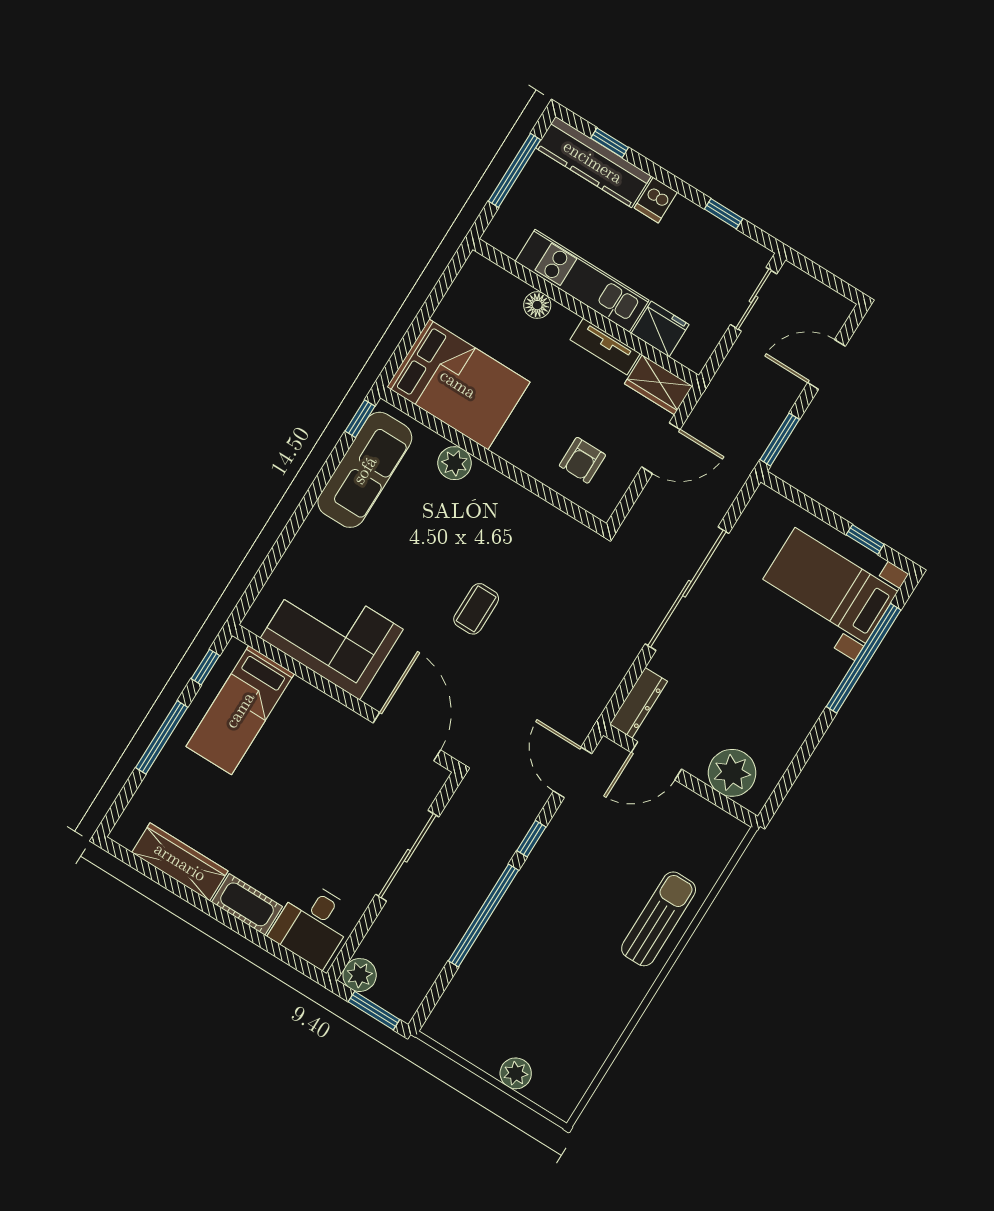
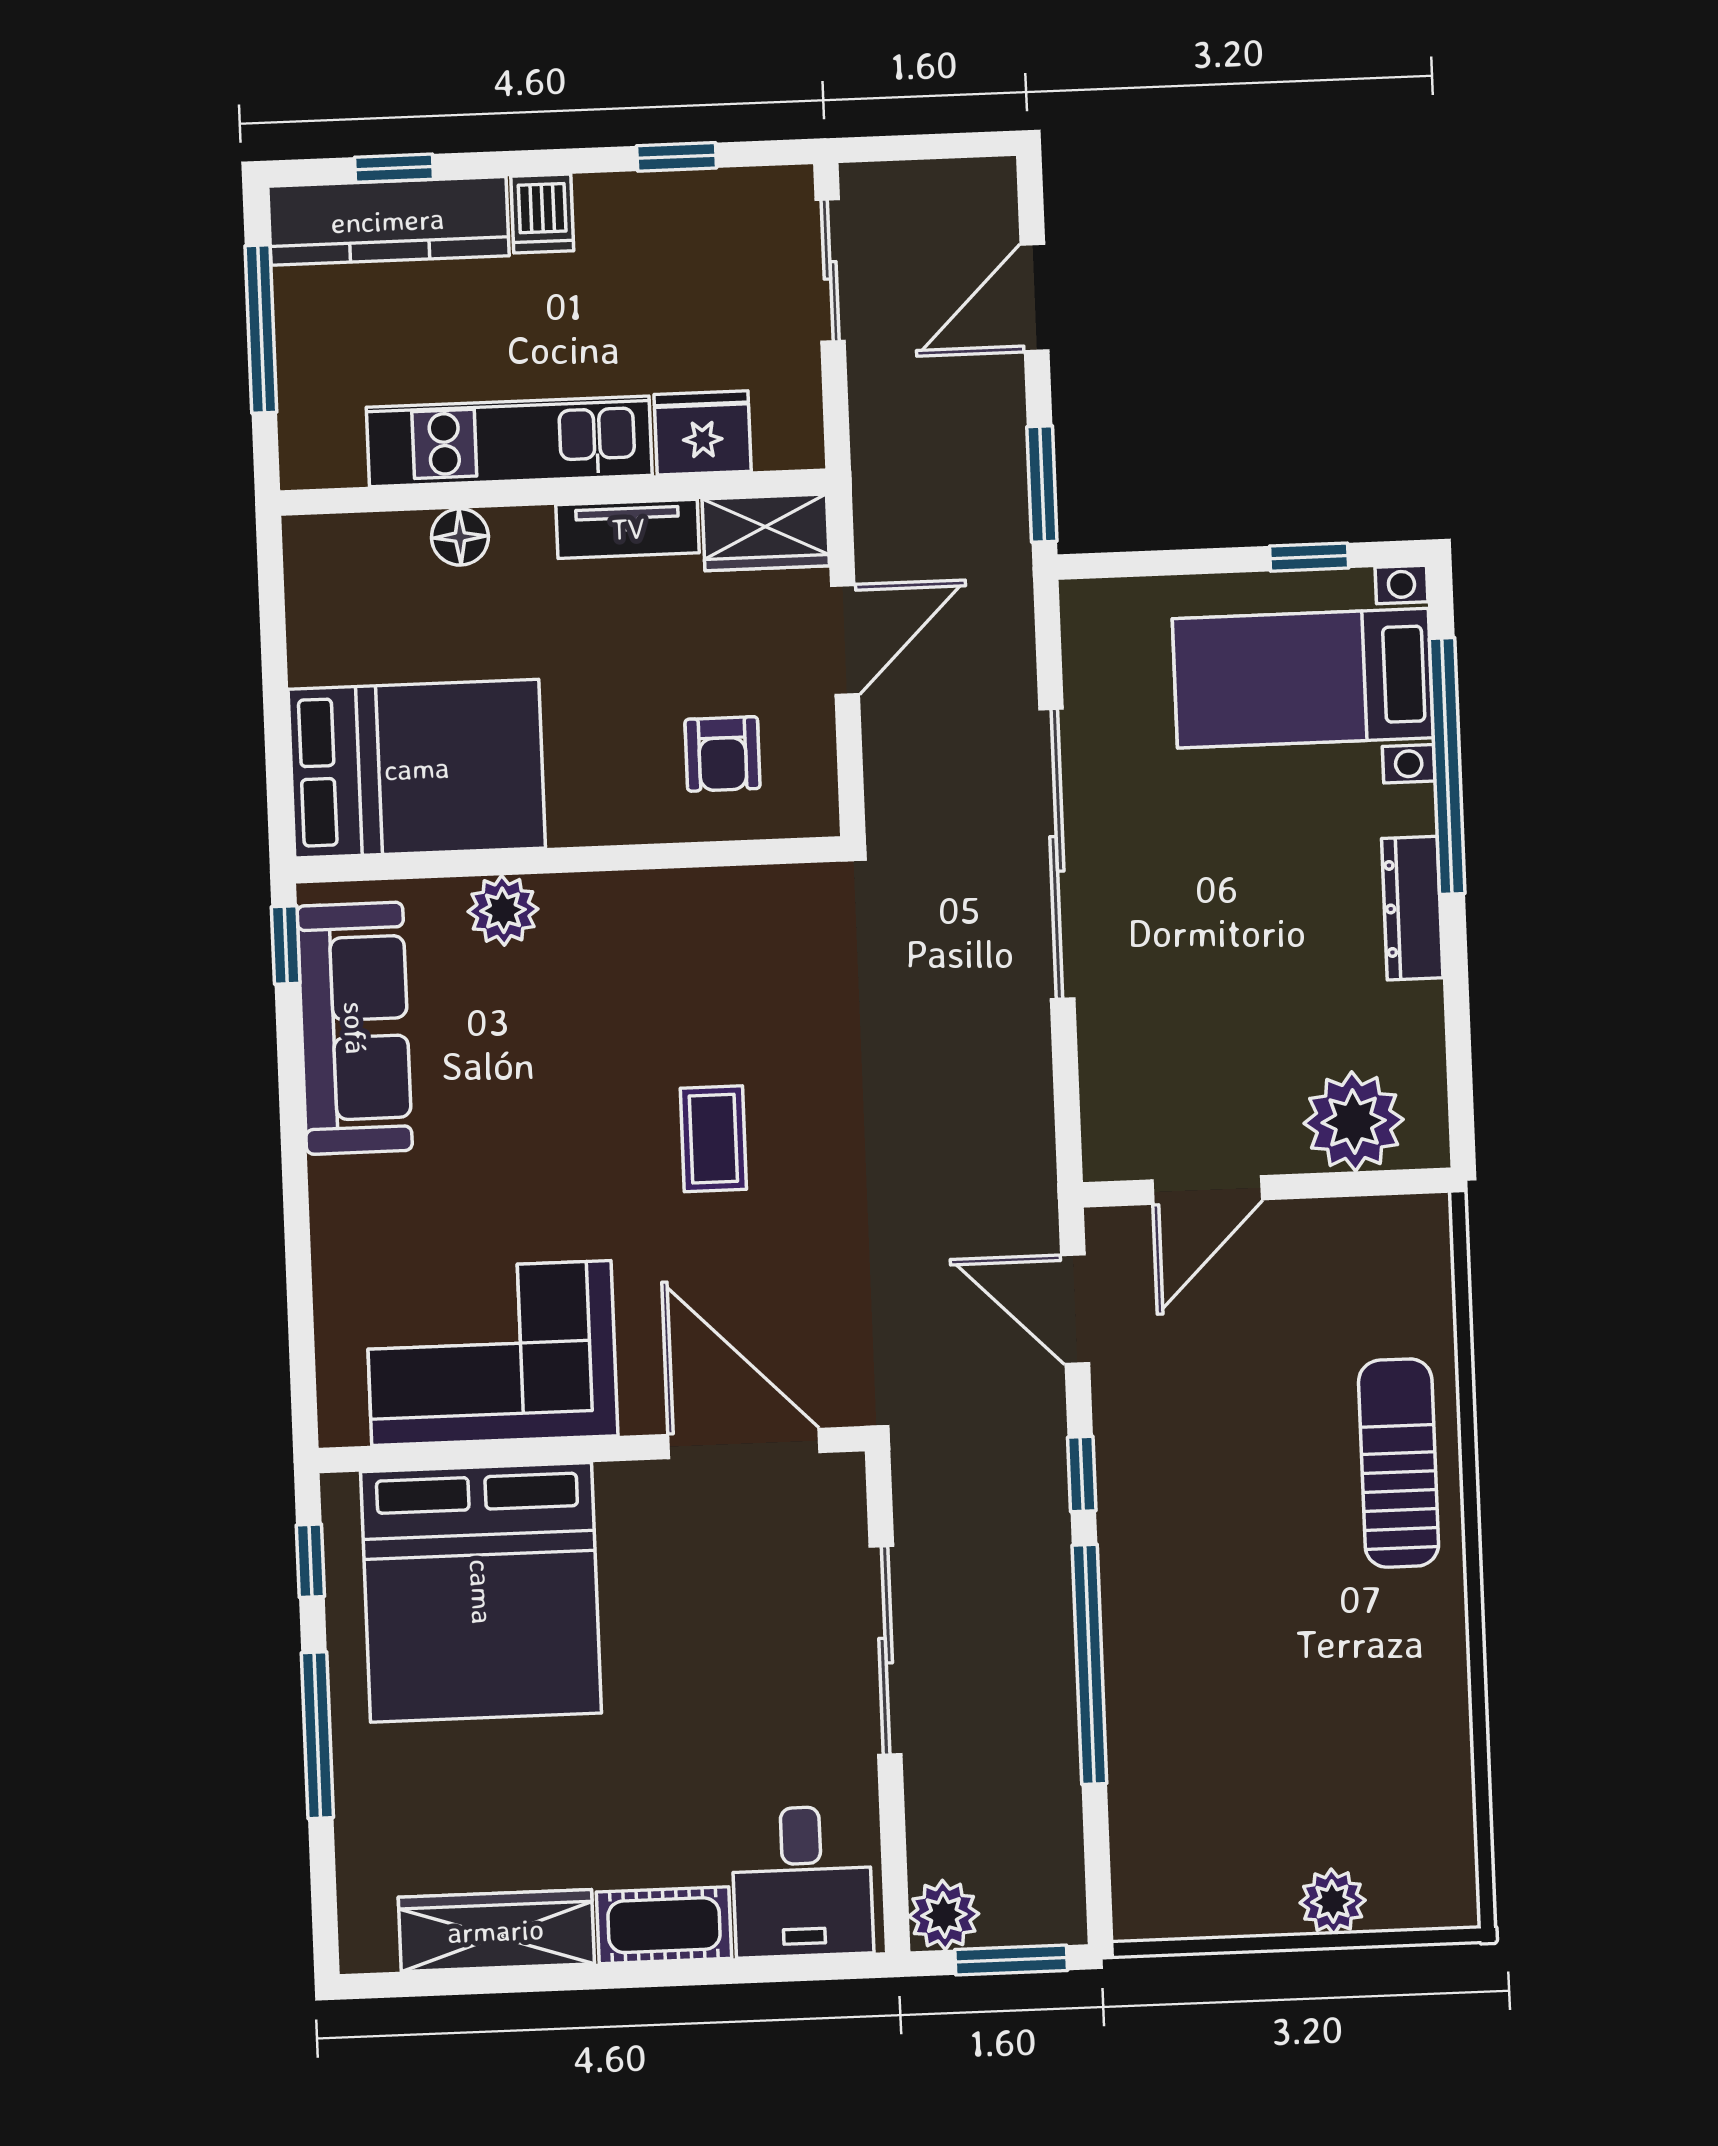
dresser: (639, 703) -> (1412, 908), moved, turned 180
bed: (240, 710) -> (481, 1592), width x2.04

